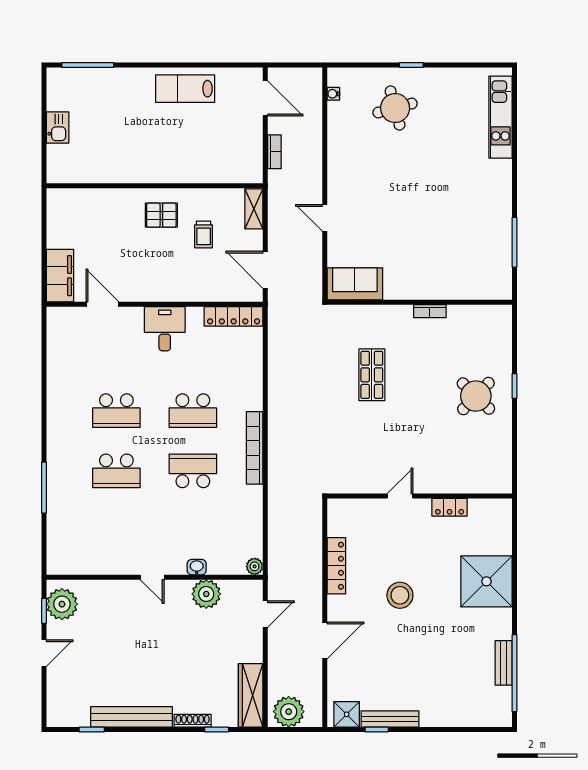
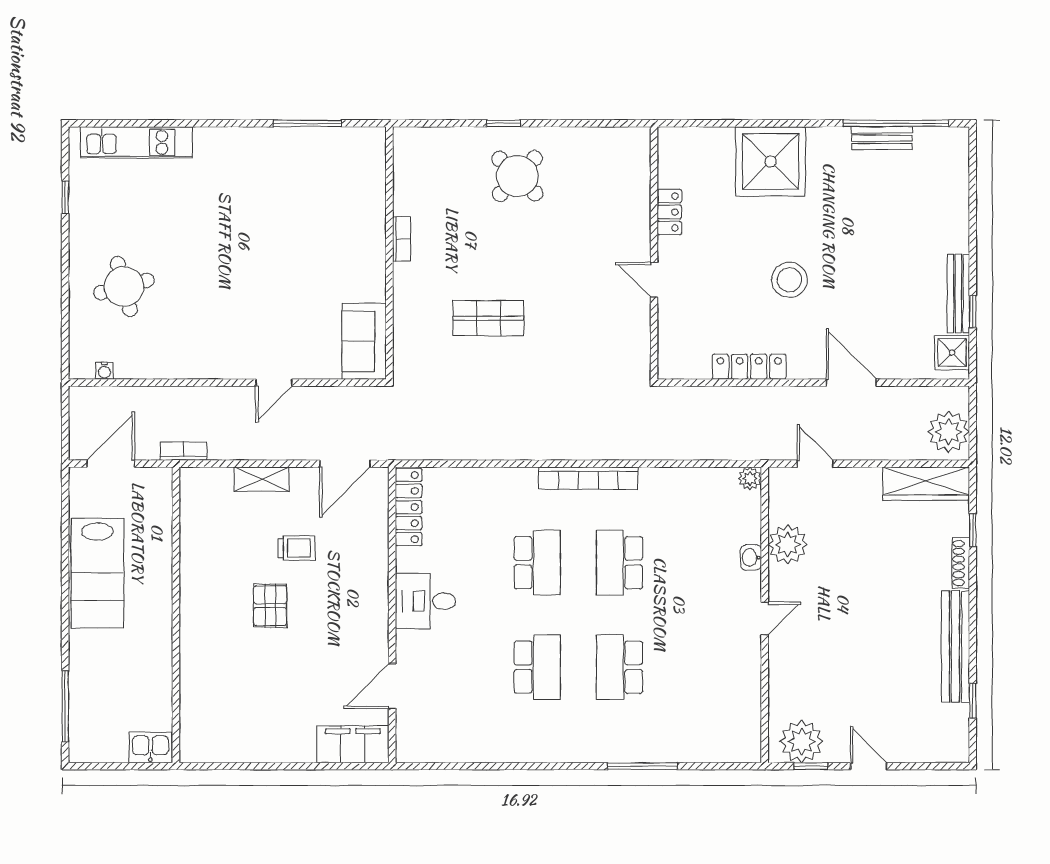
window: (411, 65) -> (65, 197), moved
lab bench: (185, 89) -> (97, 573), width x1.36, depth x1.39
wall: (155, 186) -> (176, 615), moved
school desk: (116, 471) -> (620, 667), turned 180

